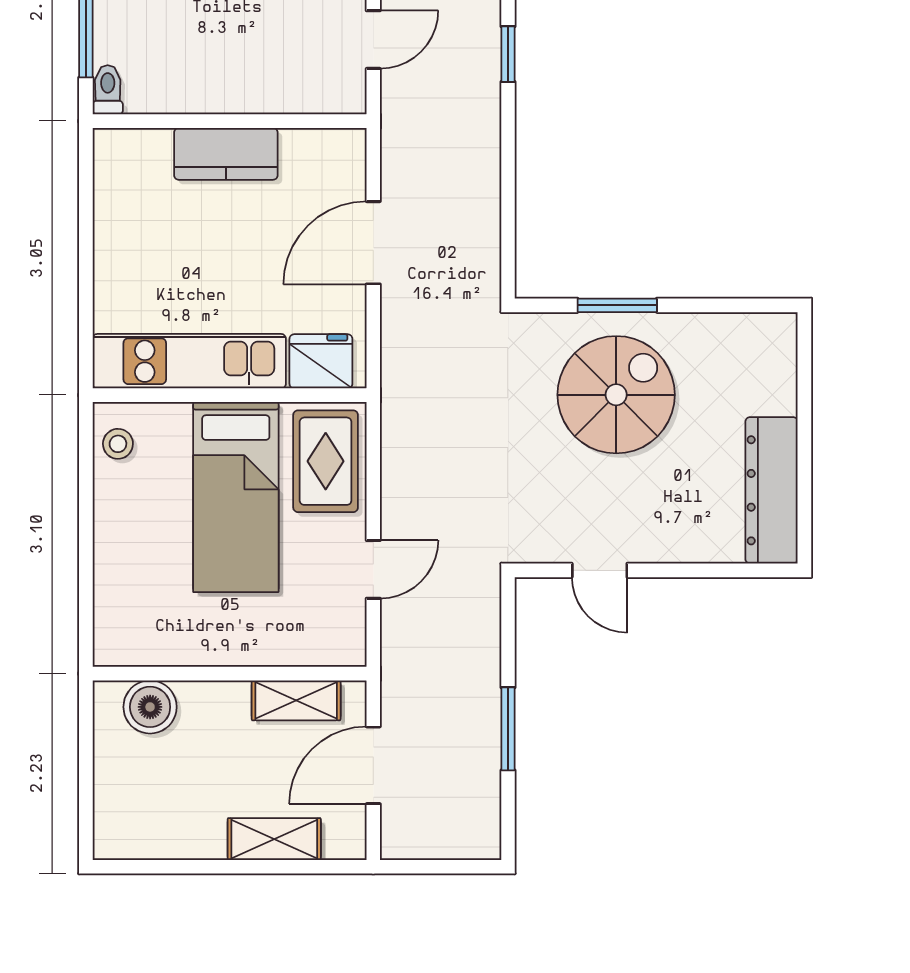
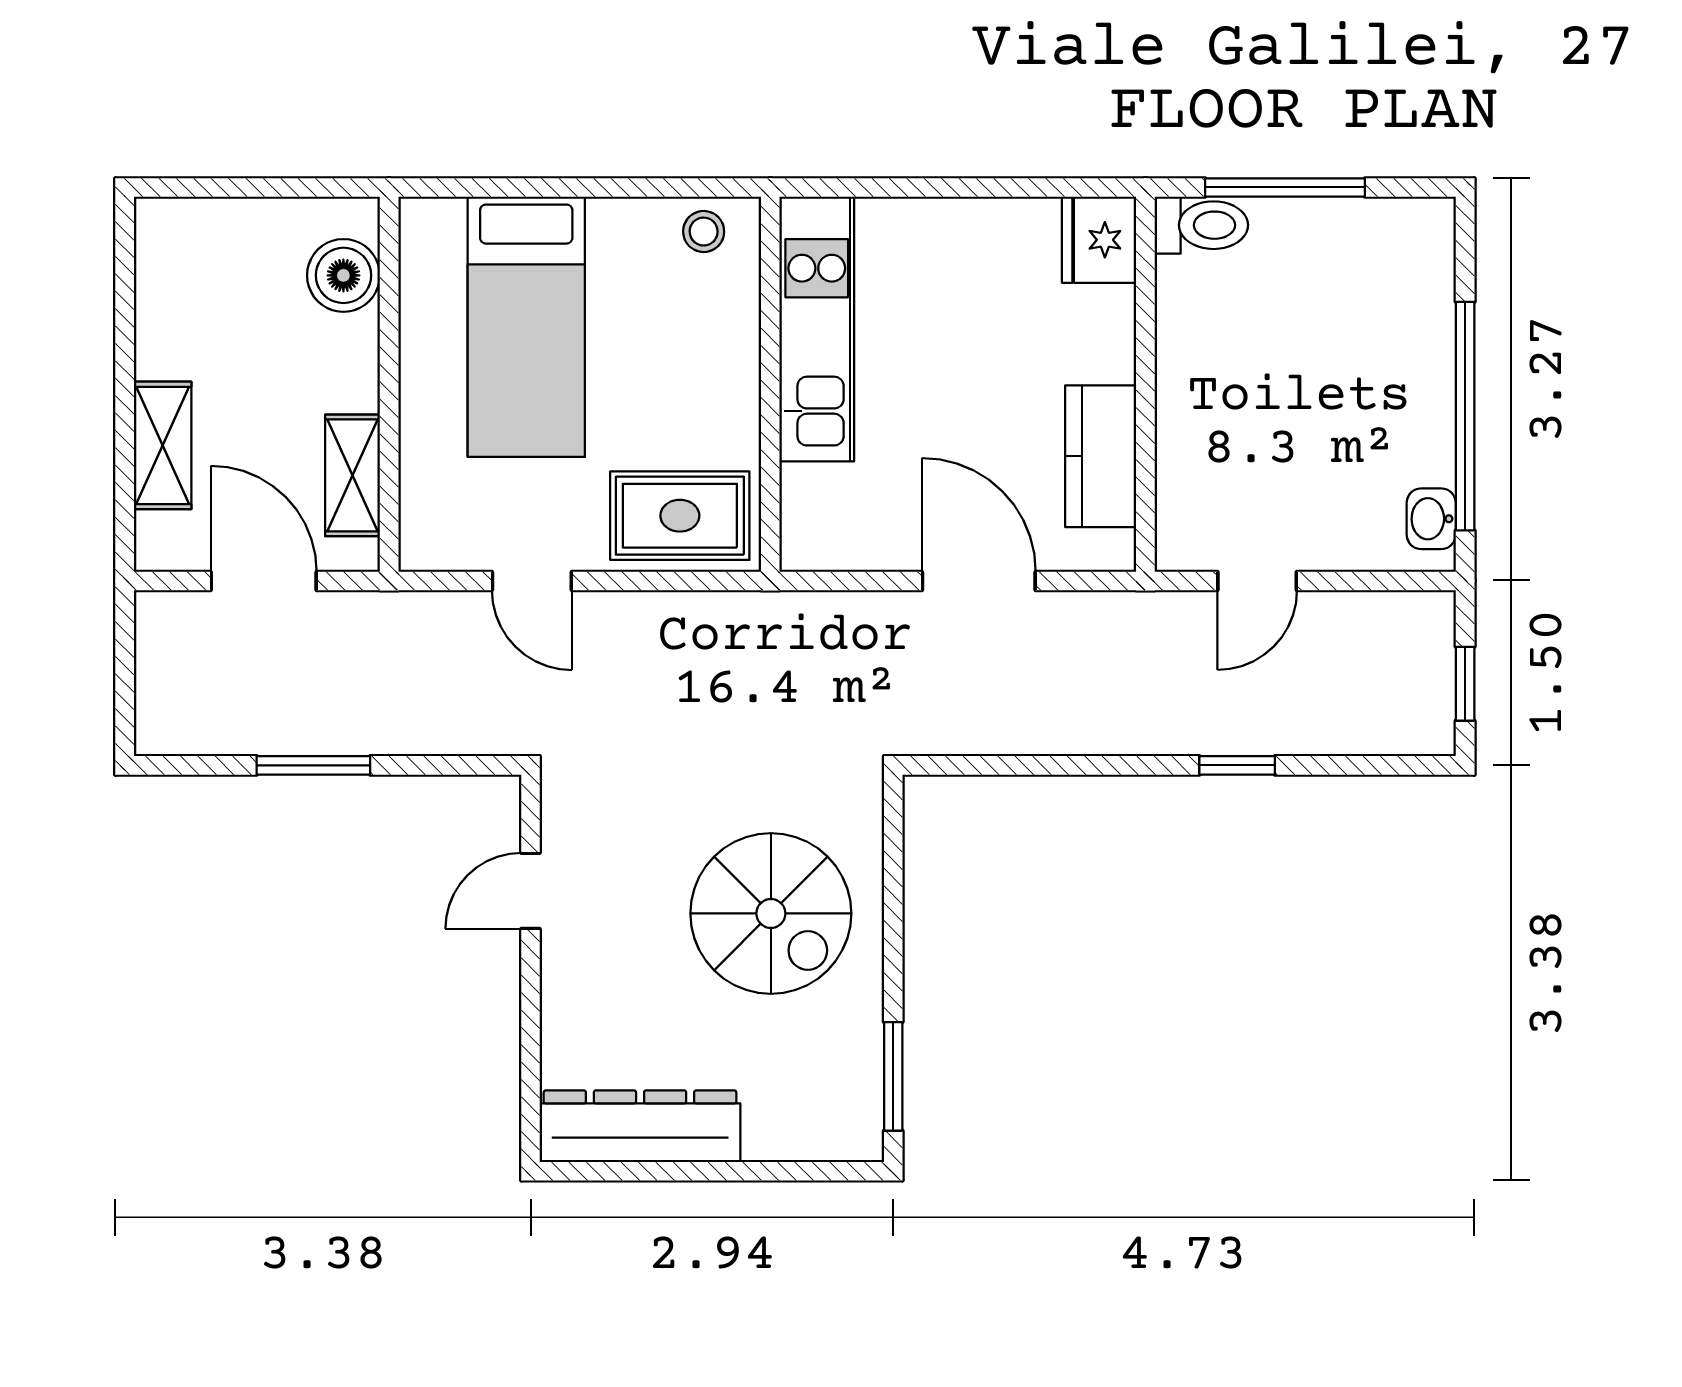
door: (373, 40) -> (1257, 581), hinge flipped
toilet: (108, 90) -> (1201, 225), width x1.37, depth x1.39
kitchen counter: (226, 154) -> (1101, 456), moved
window: (617, 305) -> (893, 1076), moved
fridge: (321, 361) -> (1099, 240), moved, turned 180
bed: (236, 497) -> (526, 327), moved, turned -90

